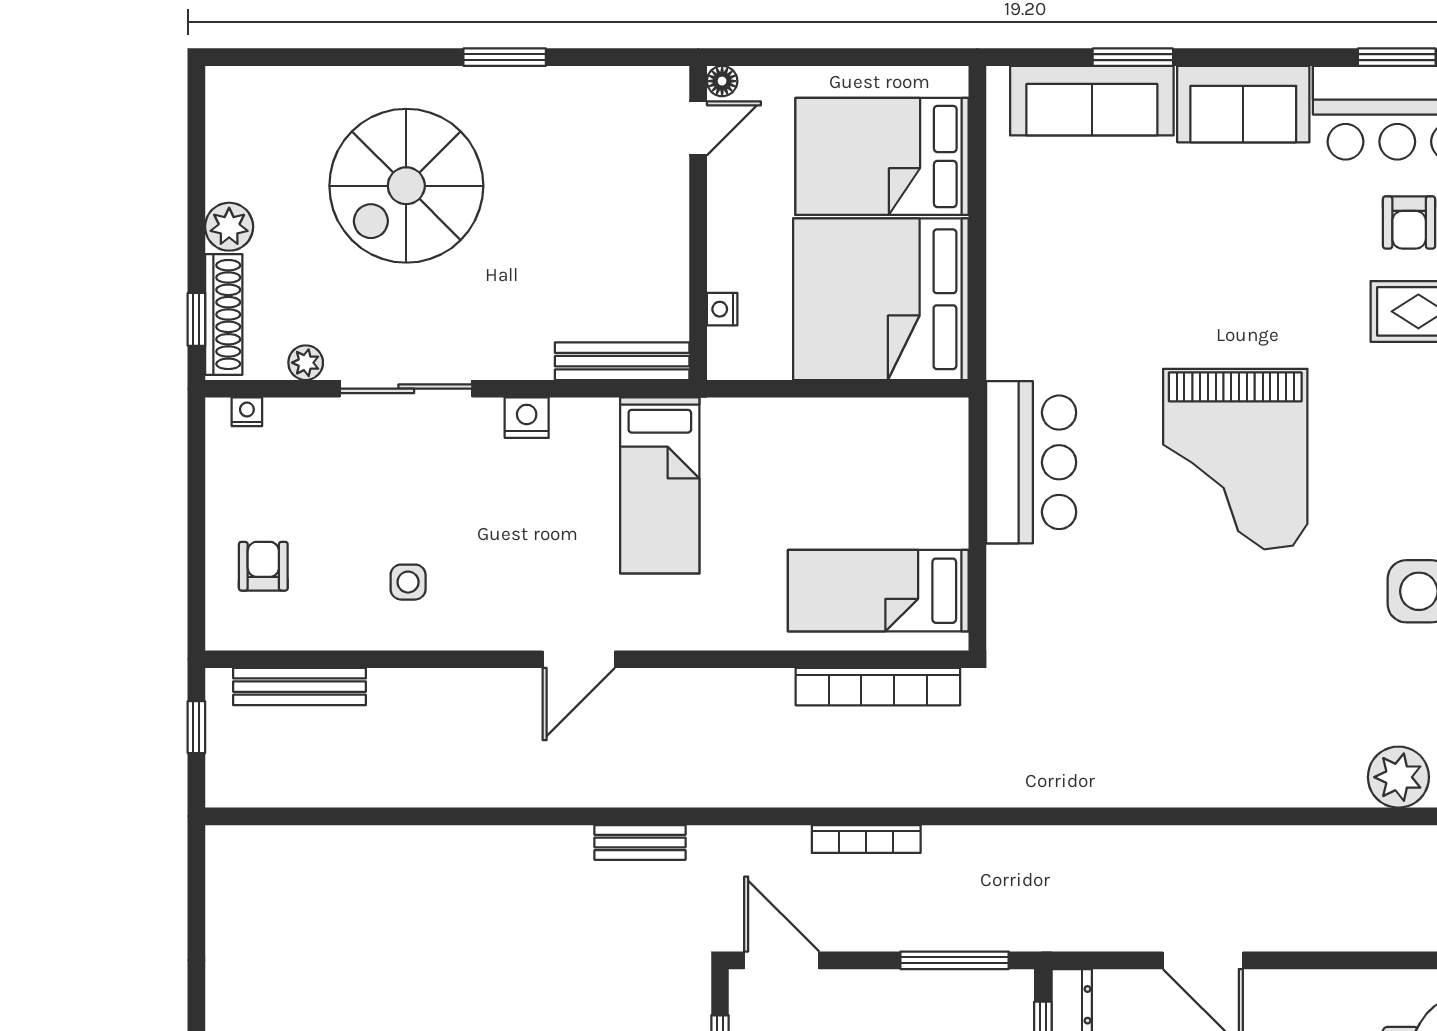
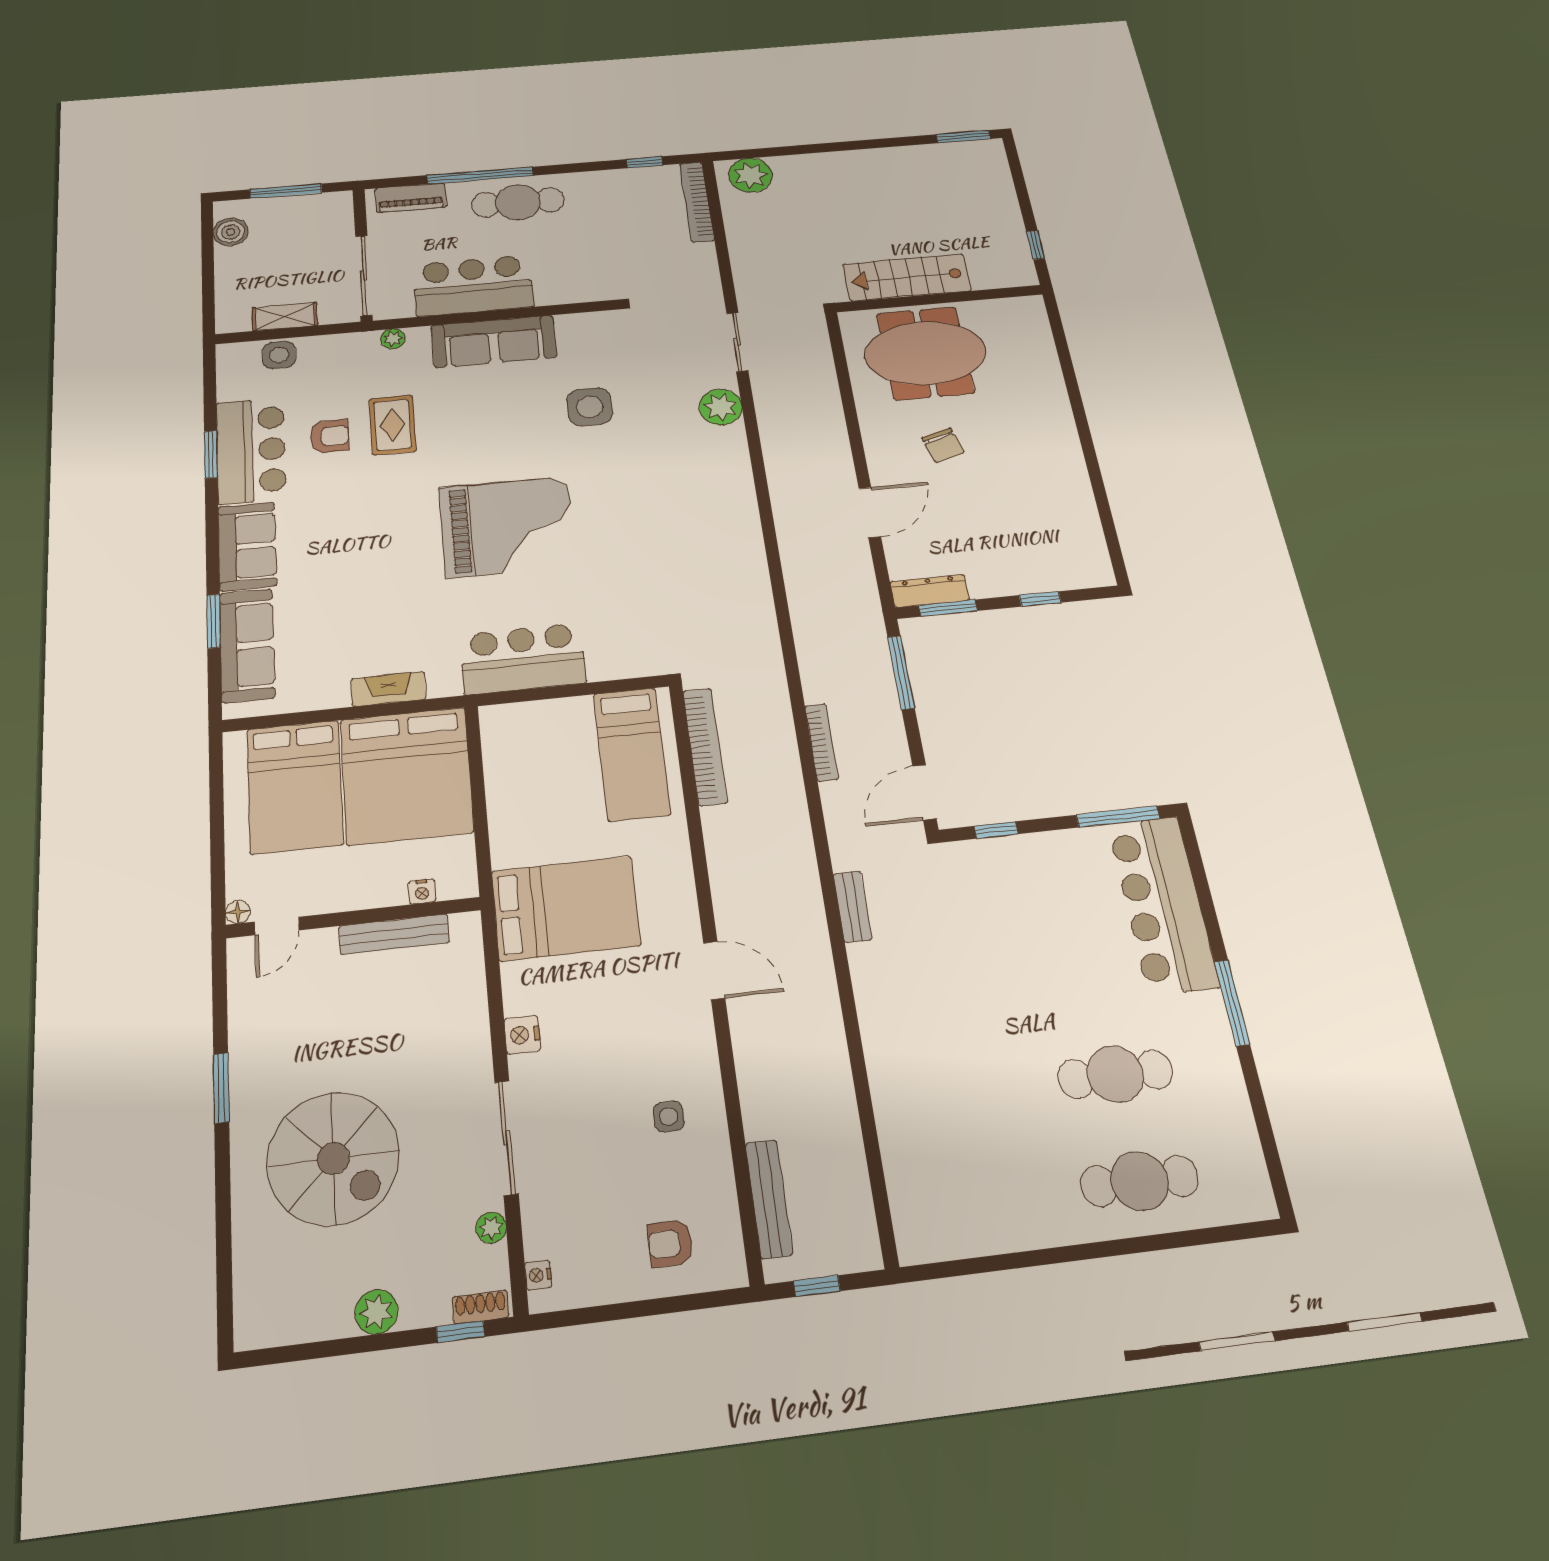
door: (698, 128) -> (277, 926), swing flipped
fireplace: (1007, 283) -> (388, 689), added
shoe rack: (224, 315) -> (480, 1307), width x0.51, depth x0.81
bench: (622, 361) -> (394, 934), moved, turned 90
bed: (660, 485) -> (566, 908), width x1.50

